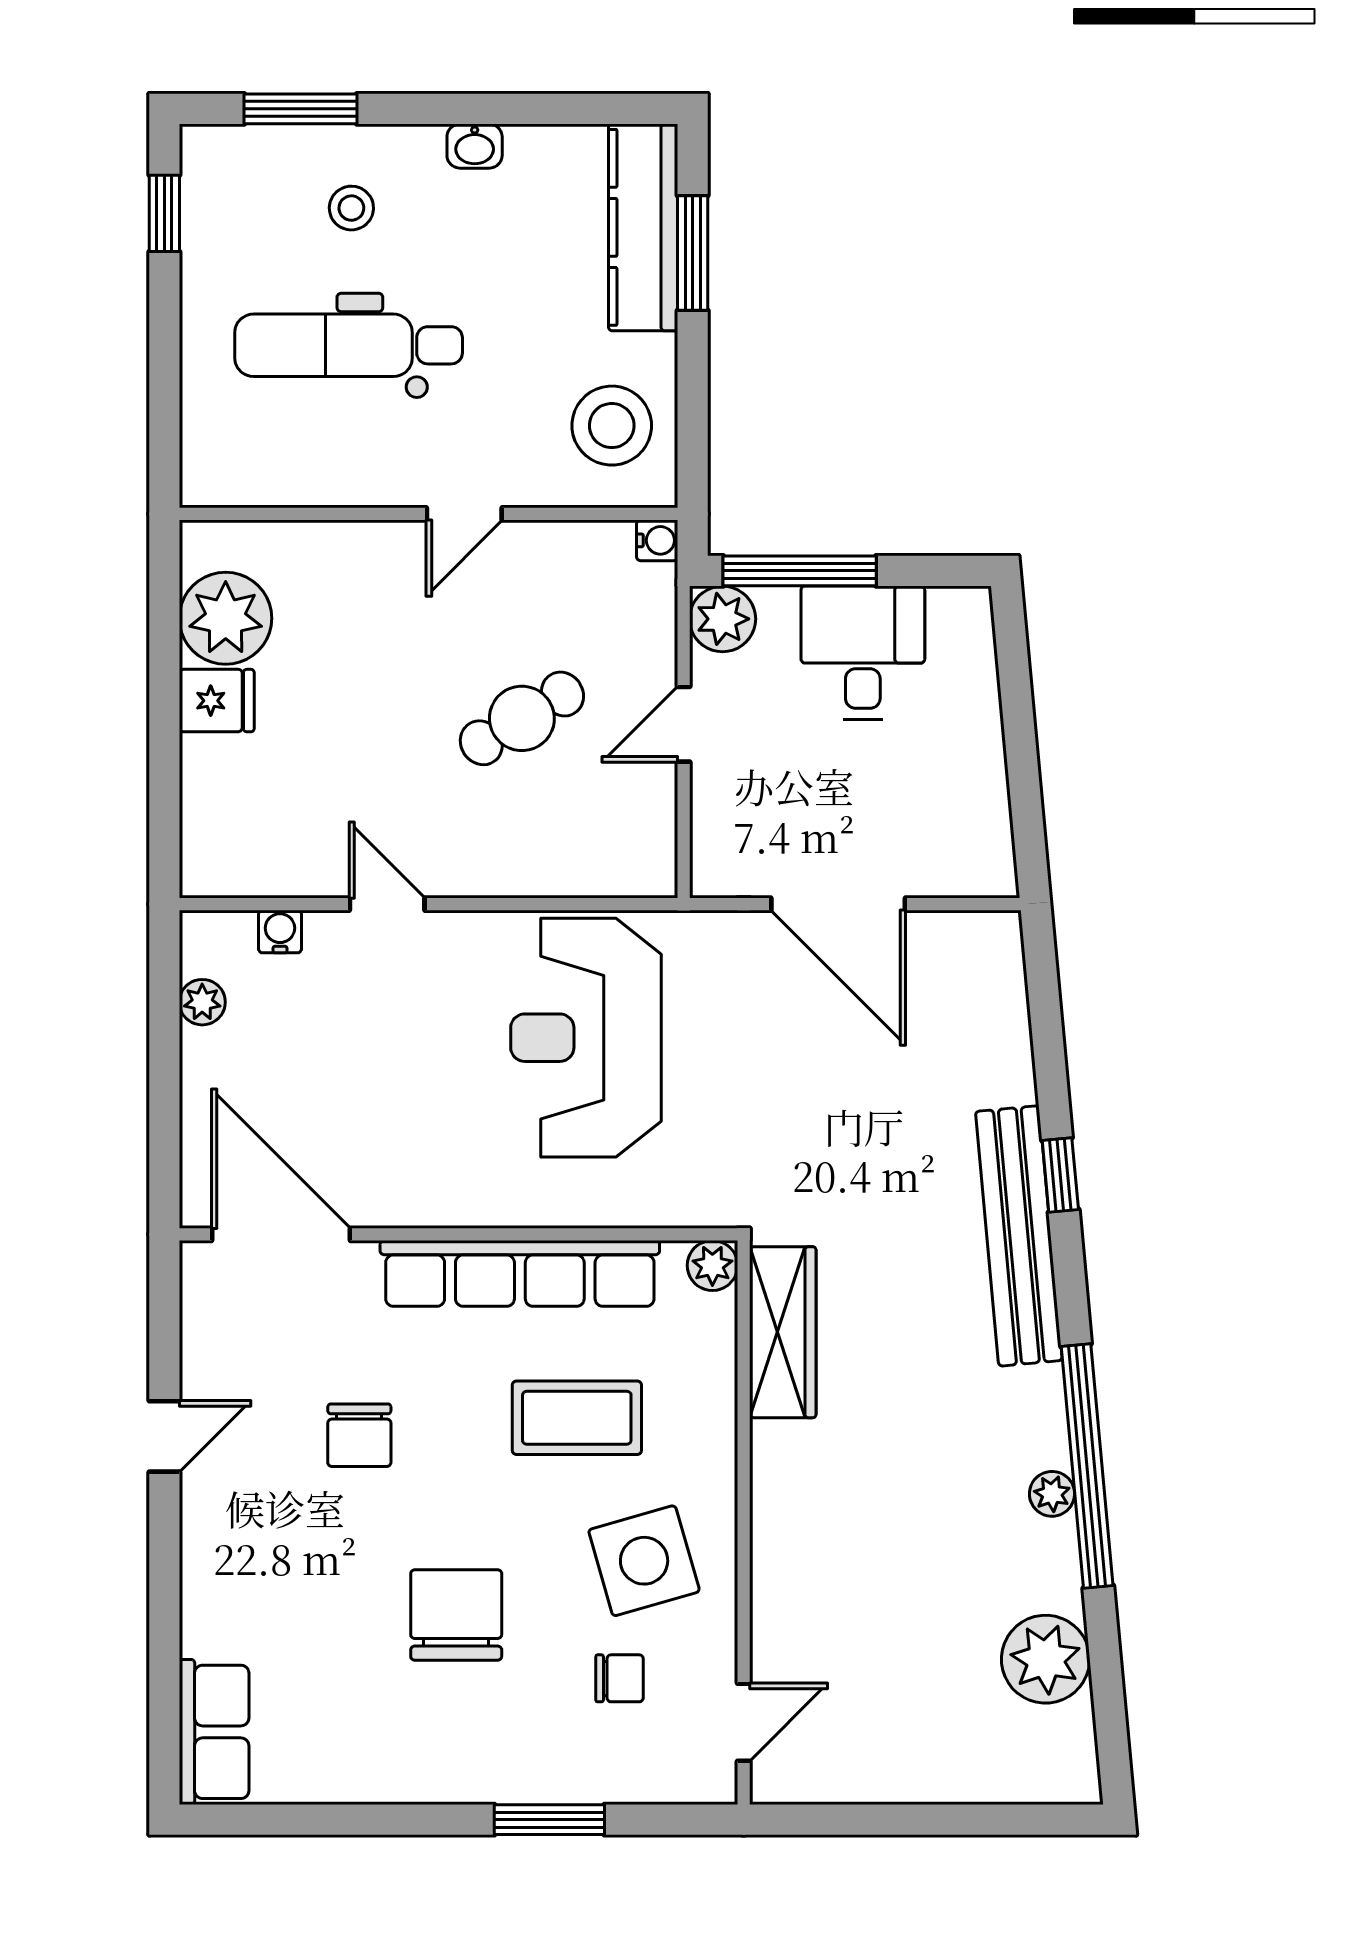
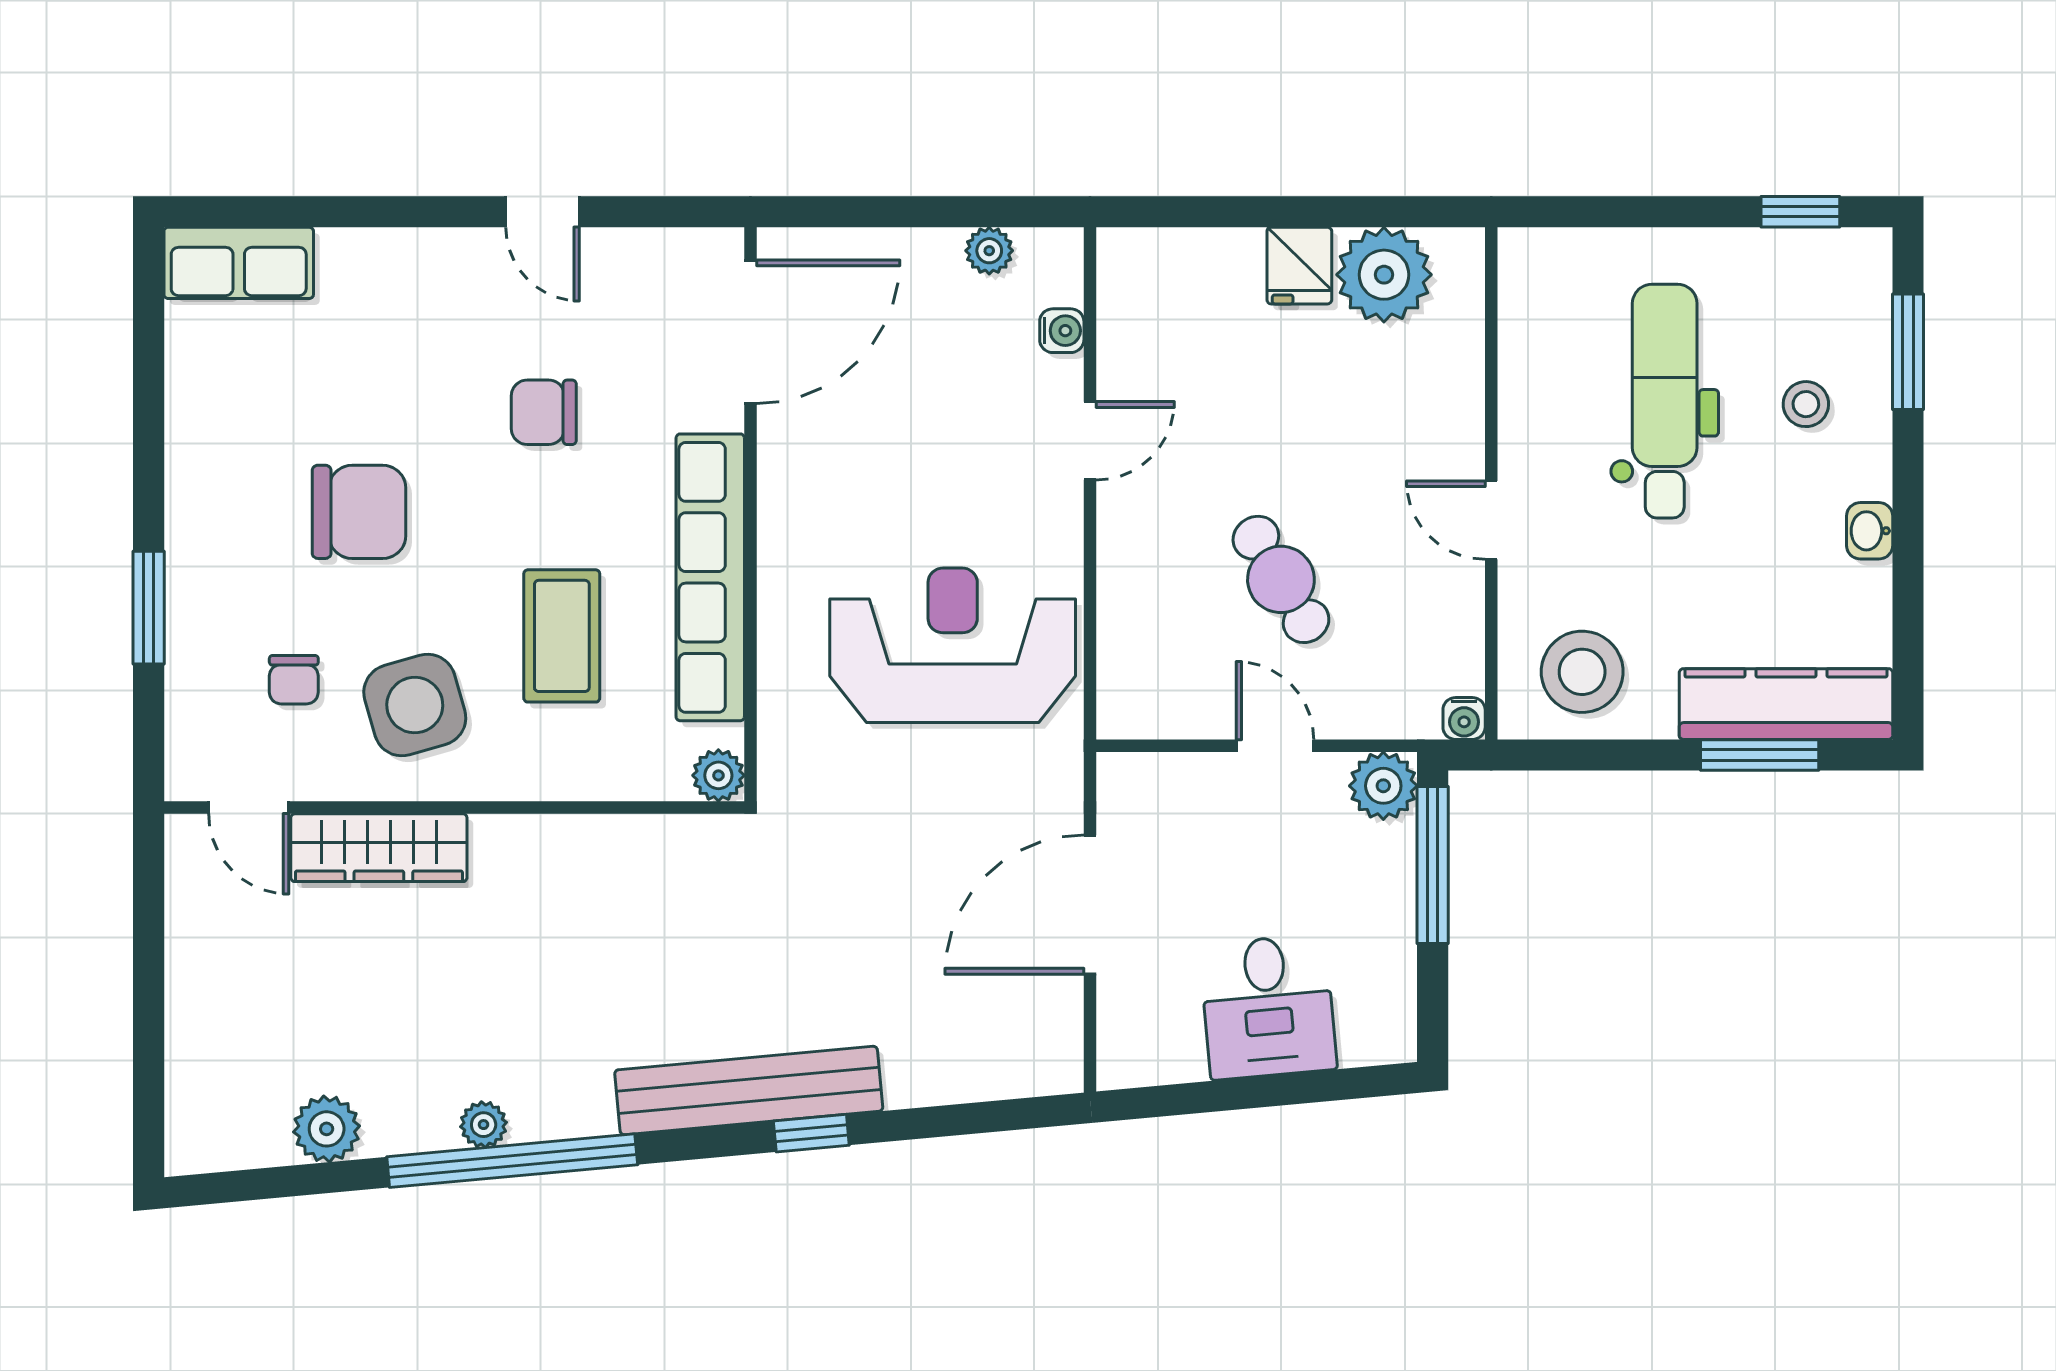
desk: (863, 653) -> (1268, 1007), moved, turned 85
wardrobe: (783, 1332) -> (379, 848), moved
plant: (1046, 1659) -> (327, 1129), width x0.73, depth x0.73

